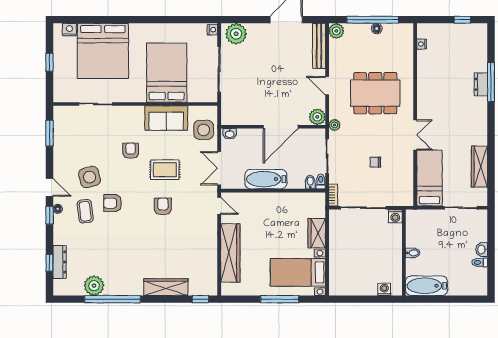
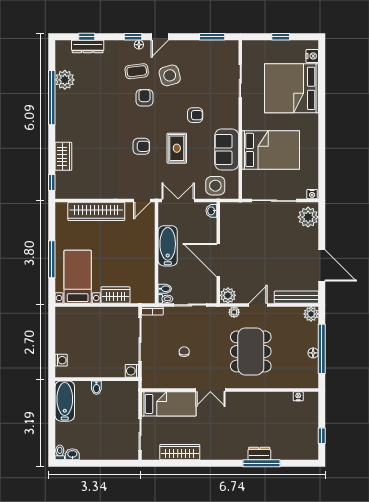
plant: (335, 125) -> (234, 312), moved
washbasin: (482, 249) -> (72, 454), moved
toilet: (480, 262) -> (60, 452), moved
wardrobe: (166, 287) -> (63, 156), width x0.67

